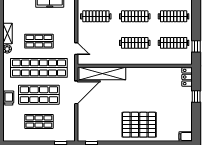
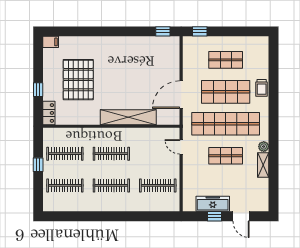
window: (196, 46) -> (38, 165), moved
shelving: (102, 73) -> (128, 117), moved
pallet: (139, 125) -> (78, 80), moved, turned 90

